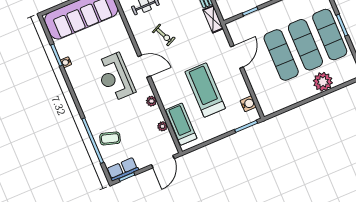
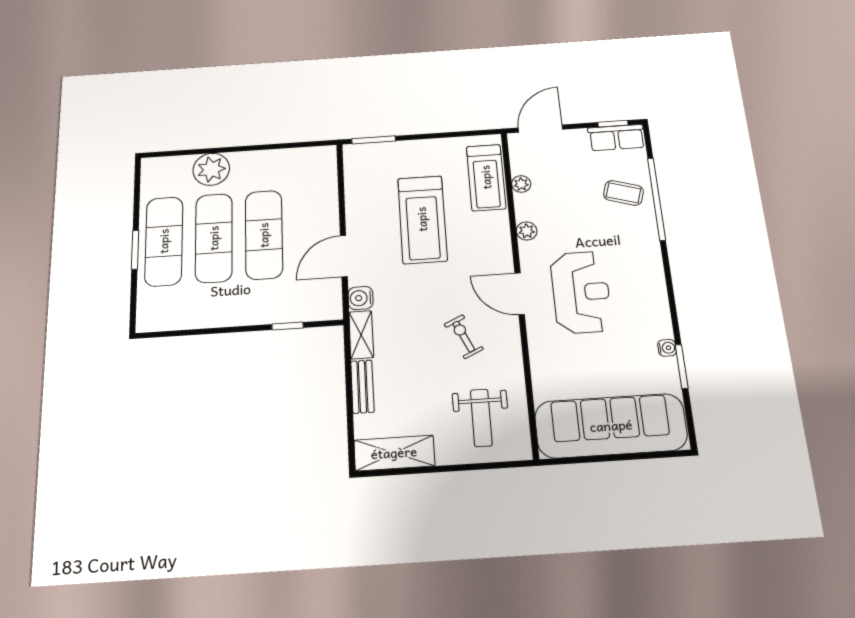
water cooler: (248, 104) -> (361, 298), moved

